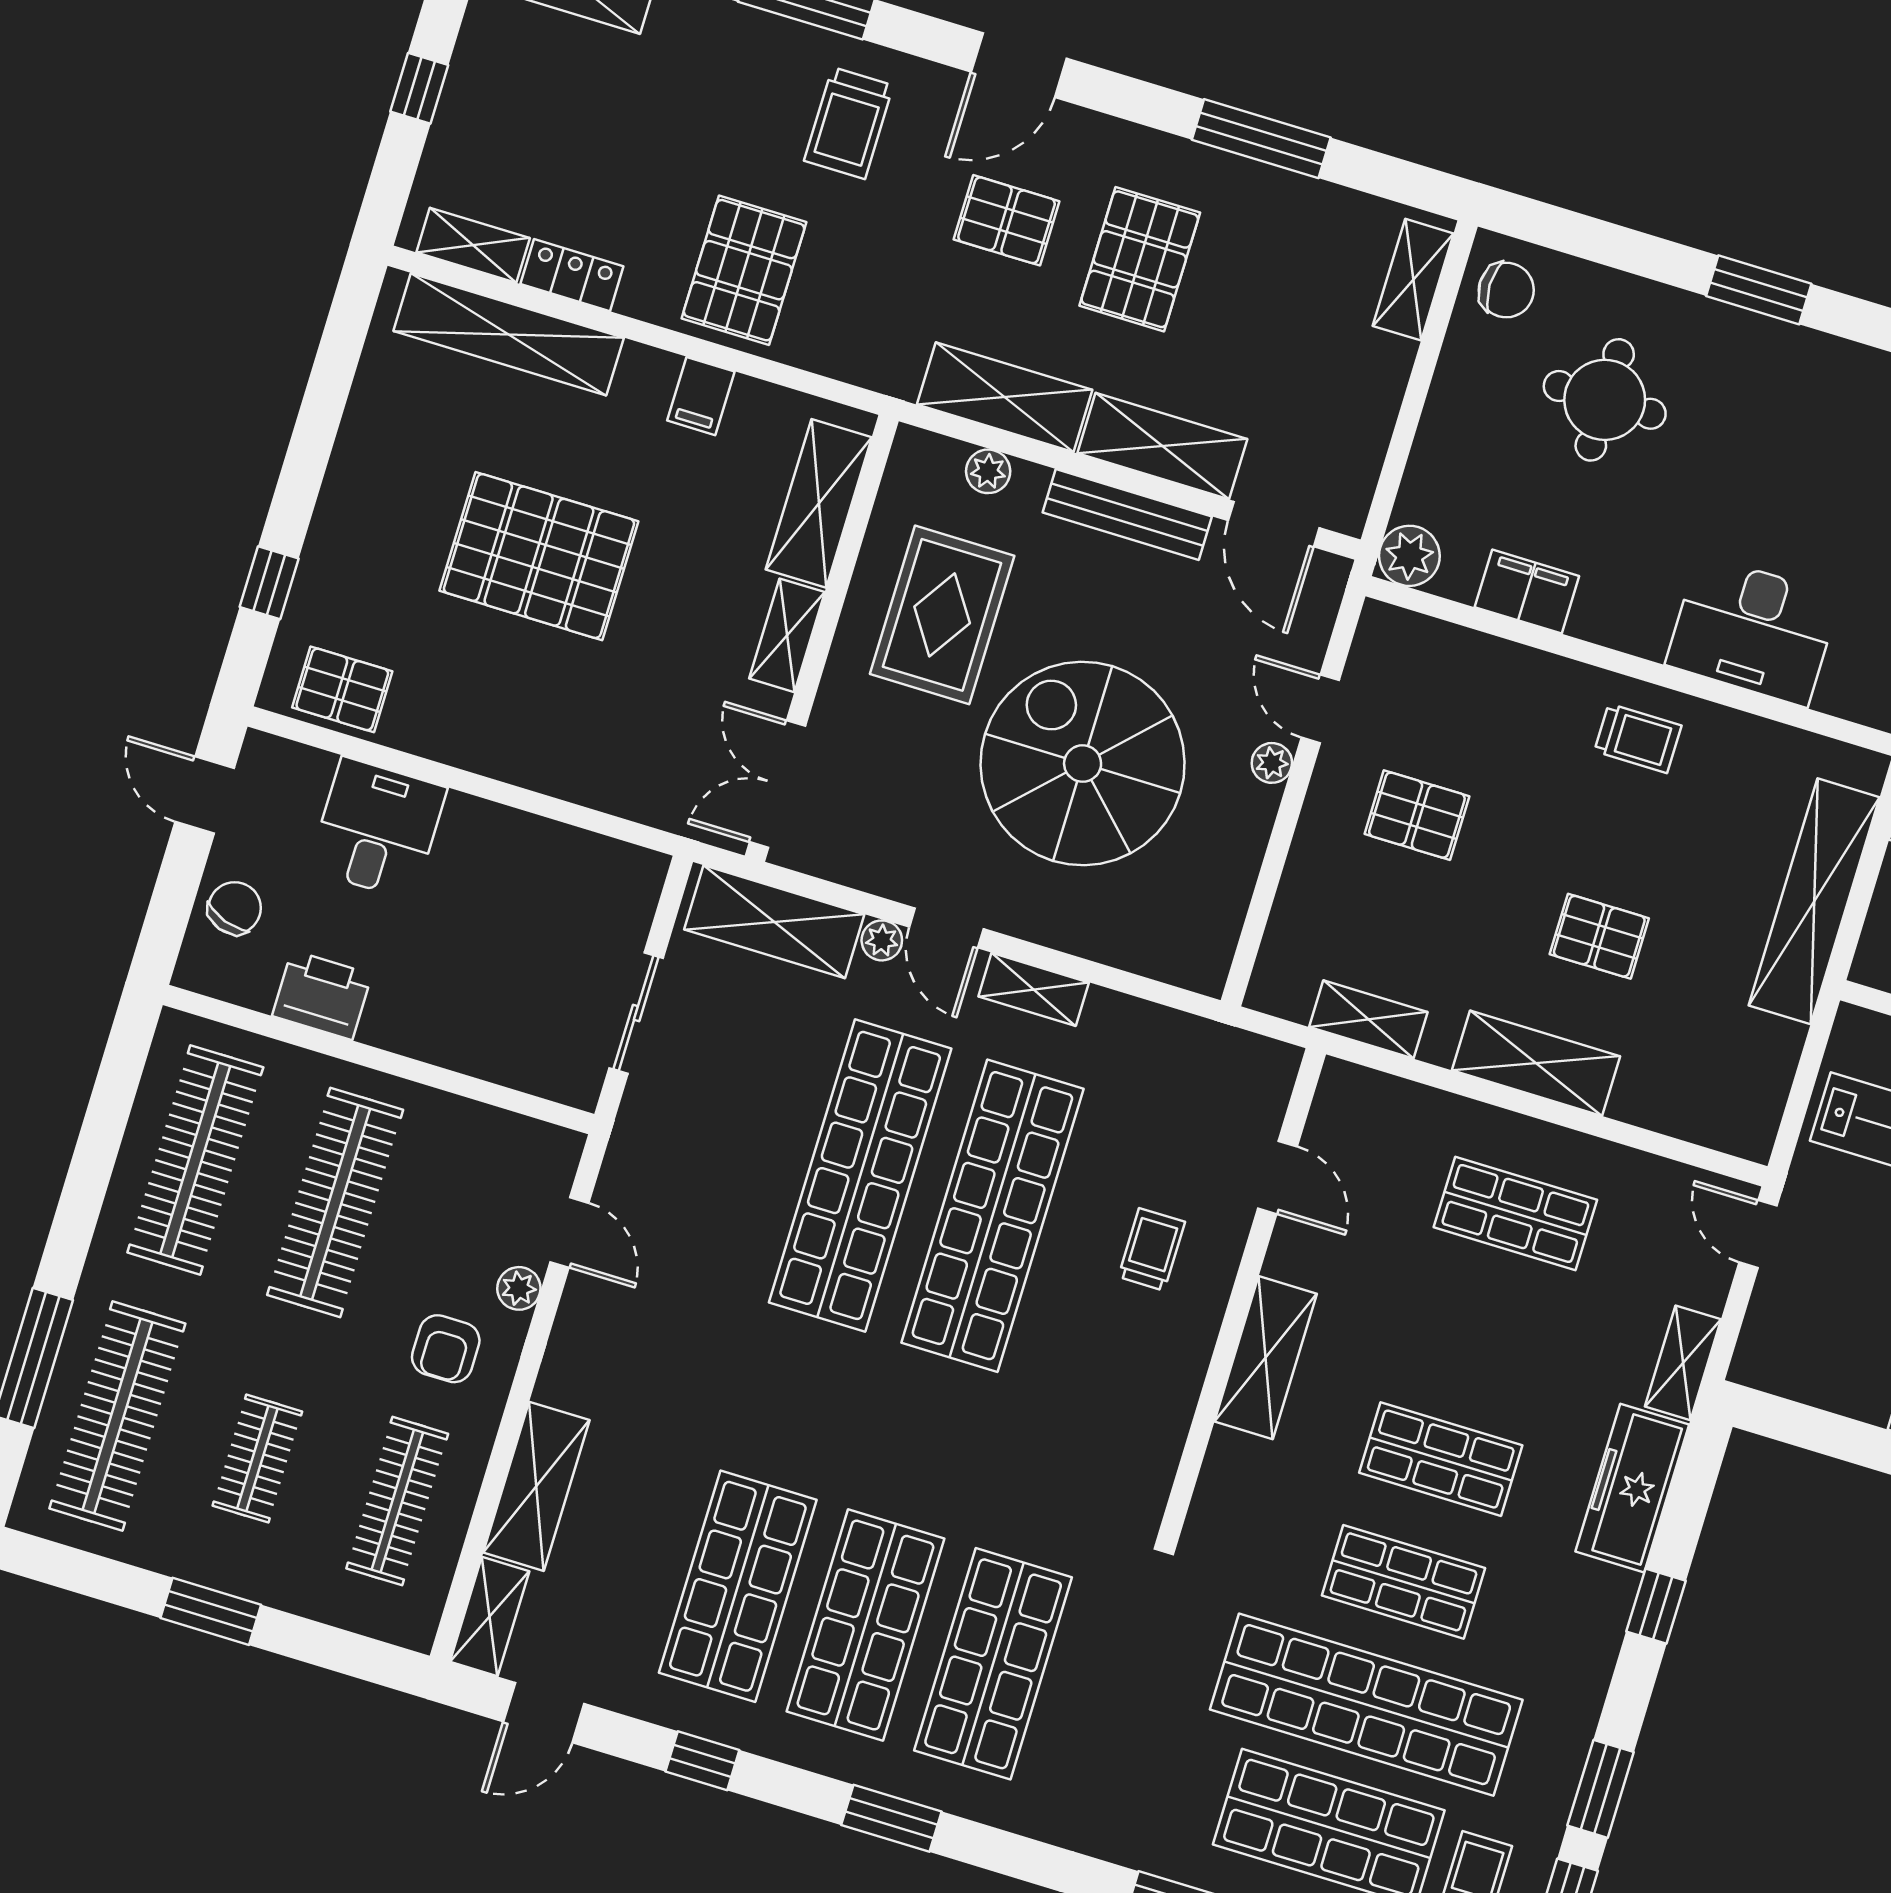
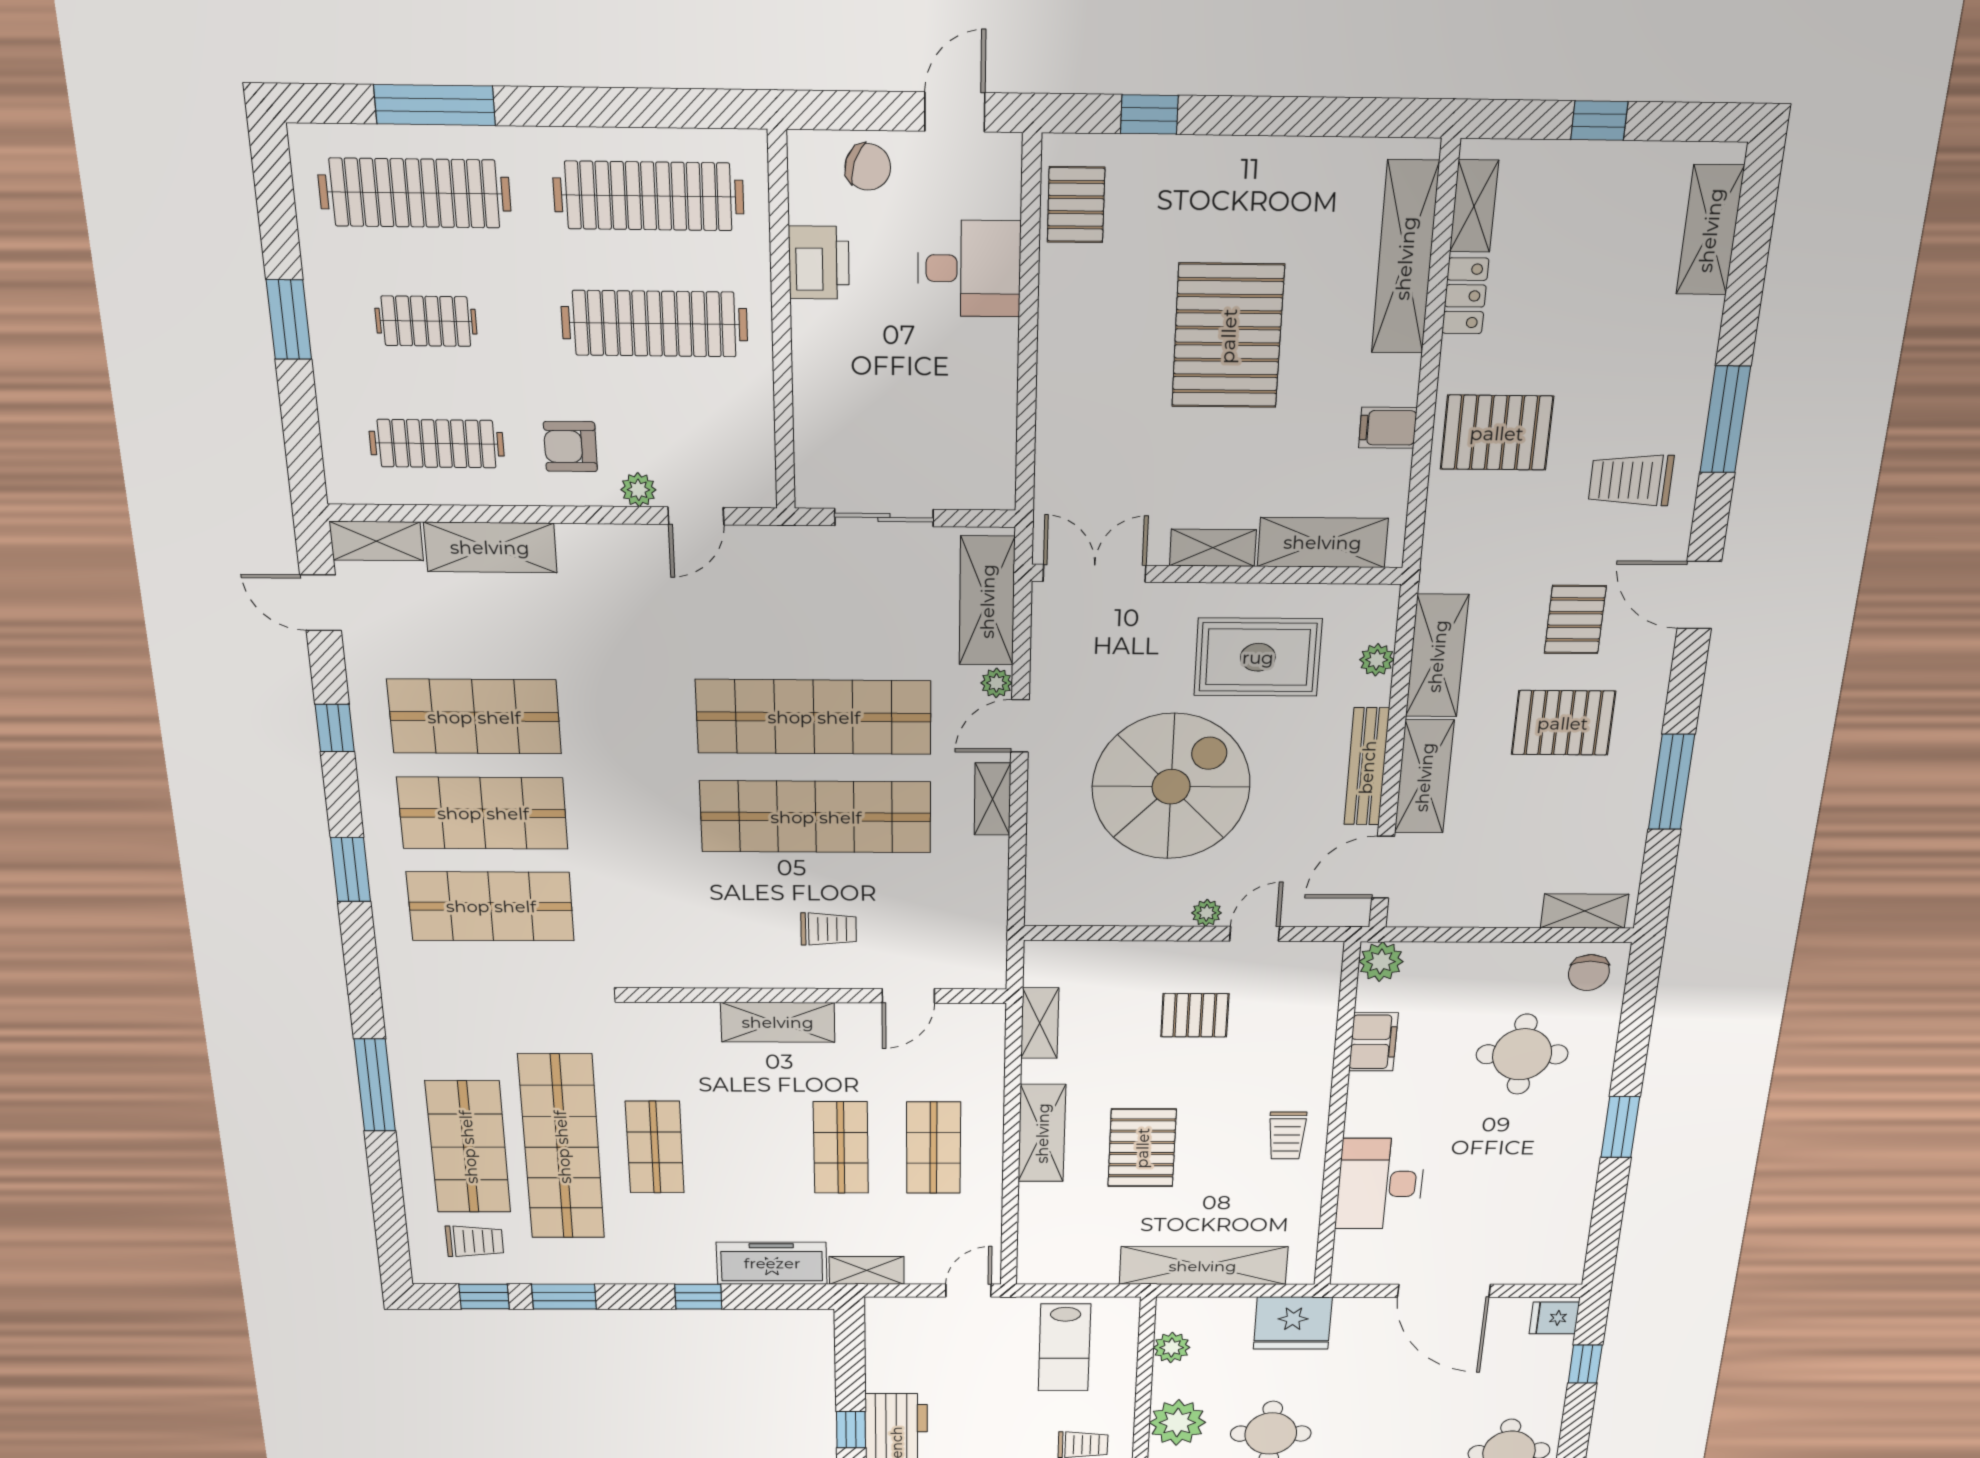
pallet: (1417, 815) -> (1195, 1015), turned 90
pallet: (1599, 936) -> (1142, 1148), width x1.50, depth x1.42
shop shelf: (1441, 1459) -> (841, 1148), moved

